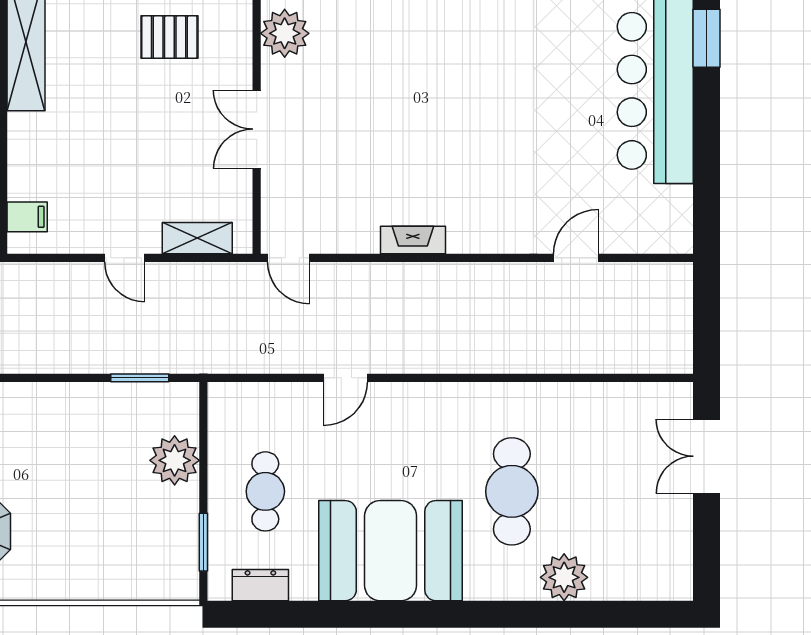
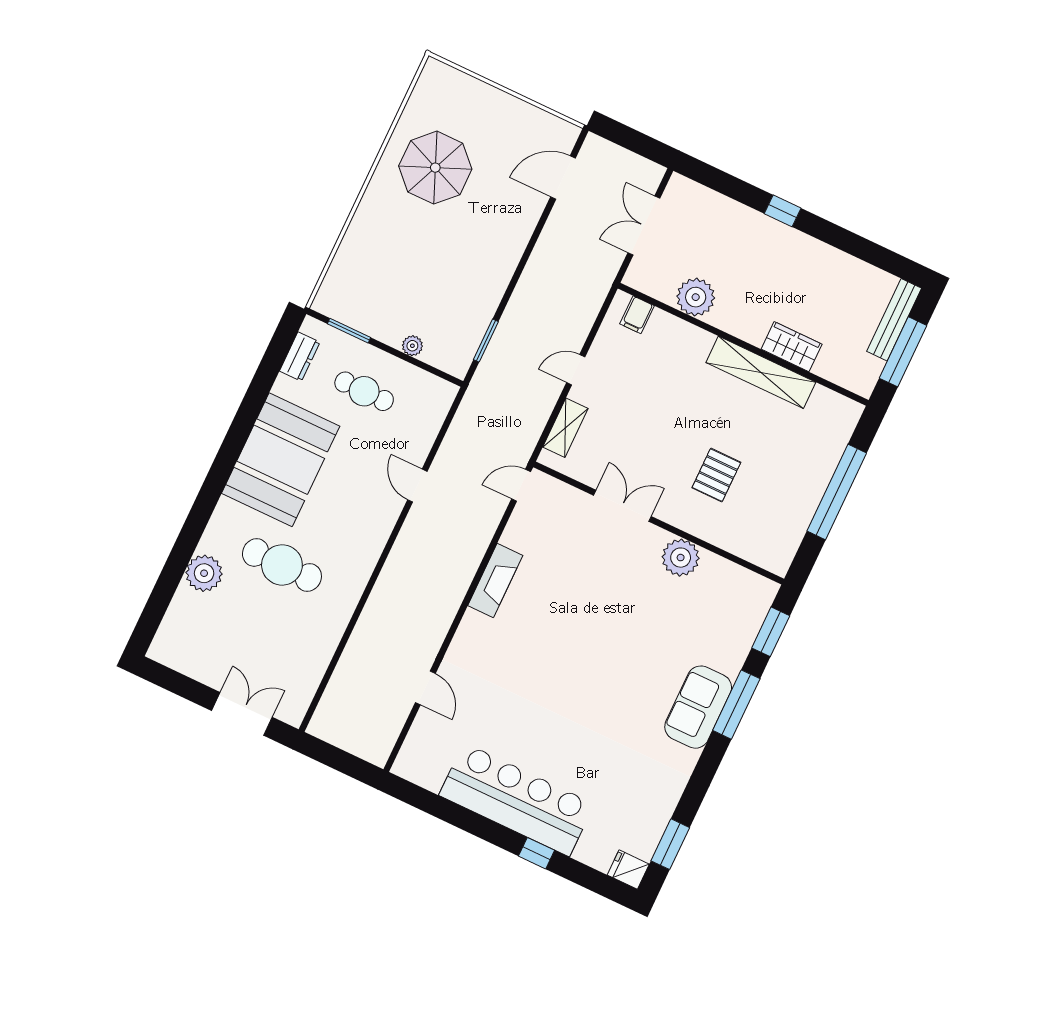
window: (706, 38) -> (536, 853), width x0.67
fireplace: (413, 240) -> (495, 581), width x1.37, depth x1.32
plant: (175, 460) -> (412, 346), width x0.53, depth x0.53

